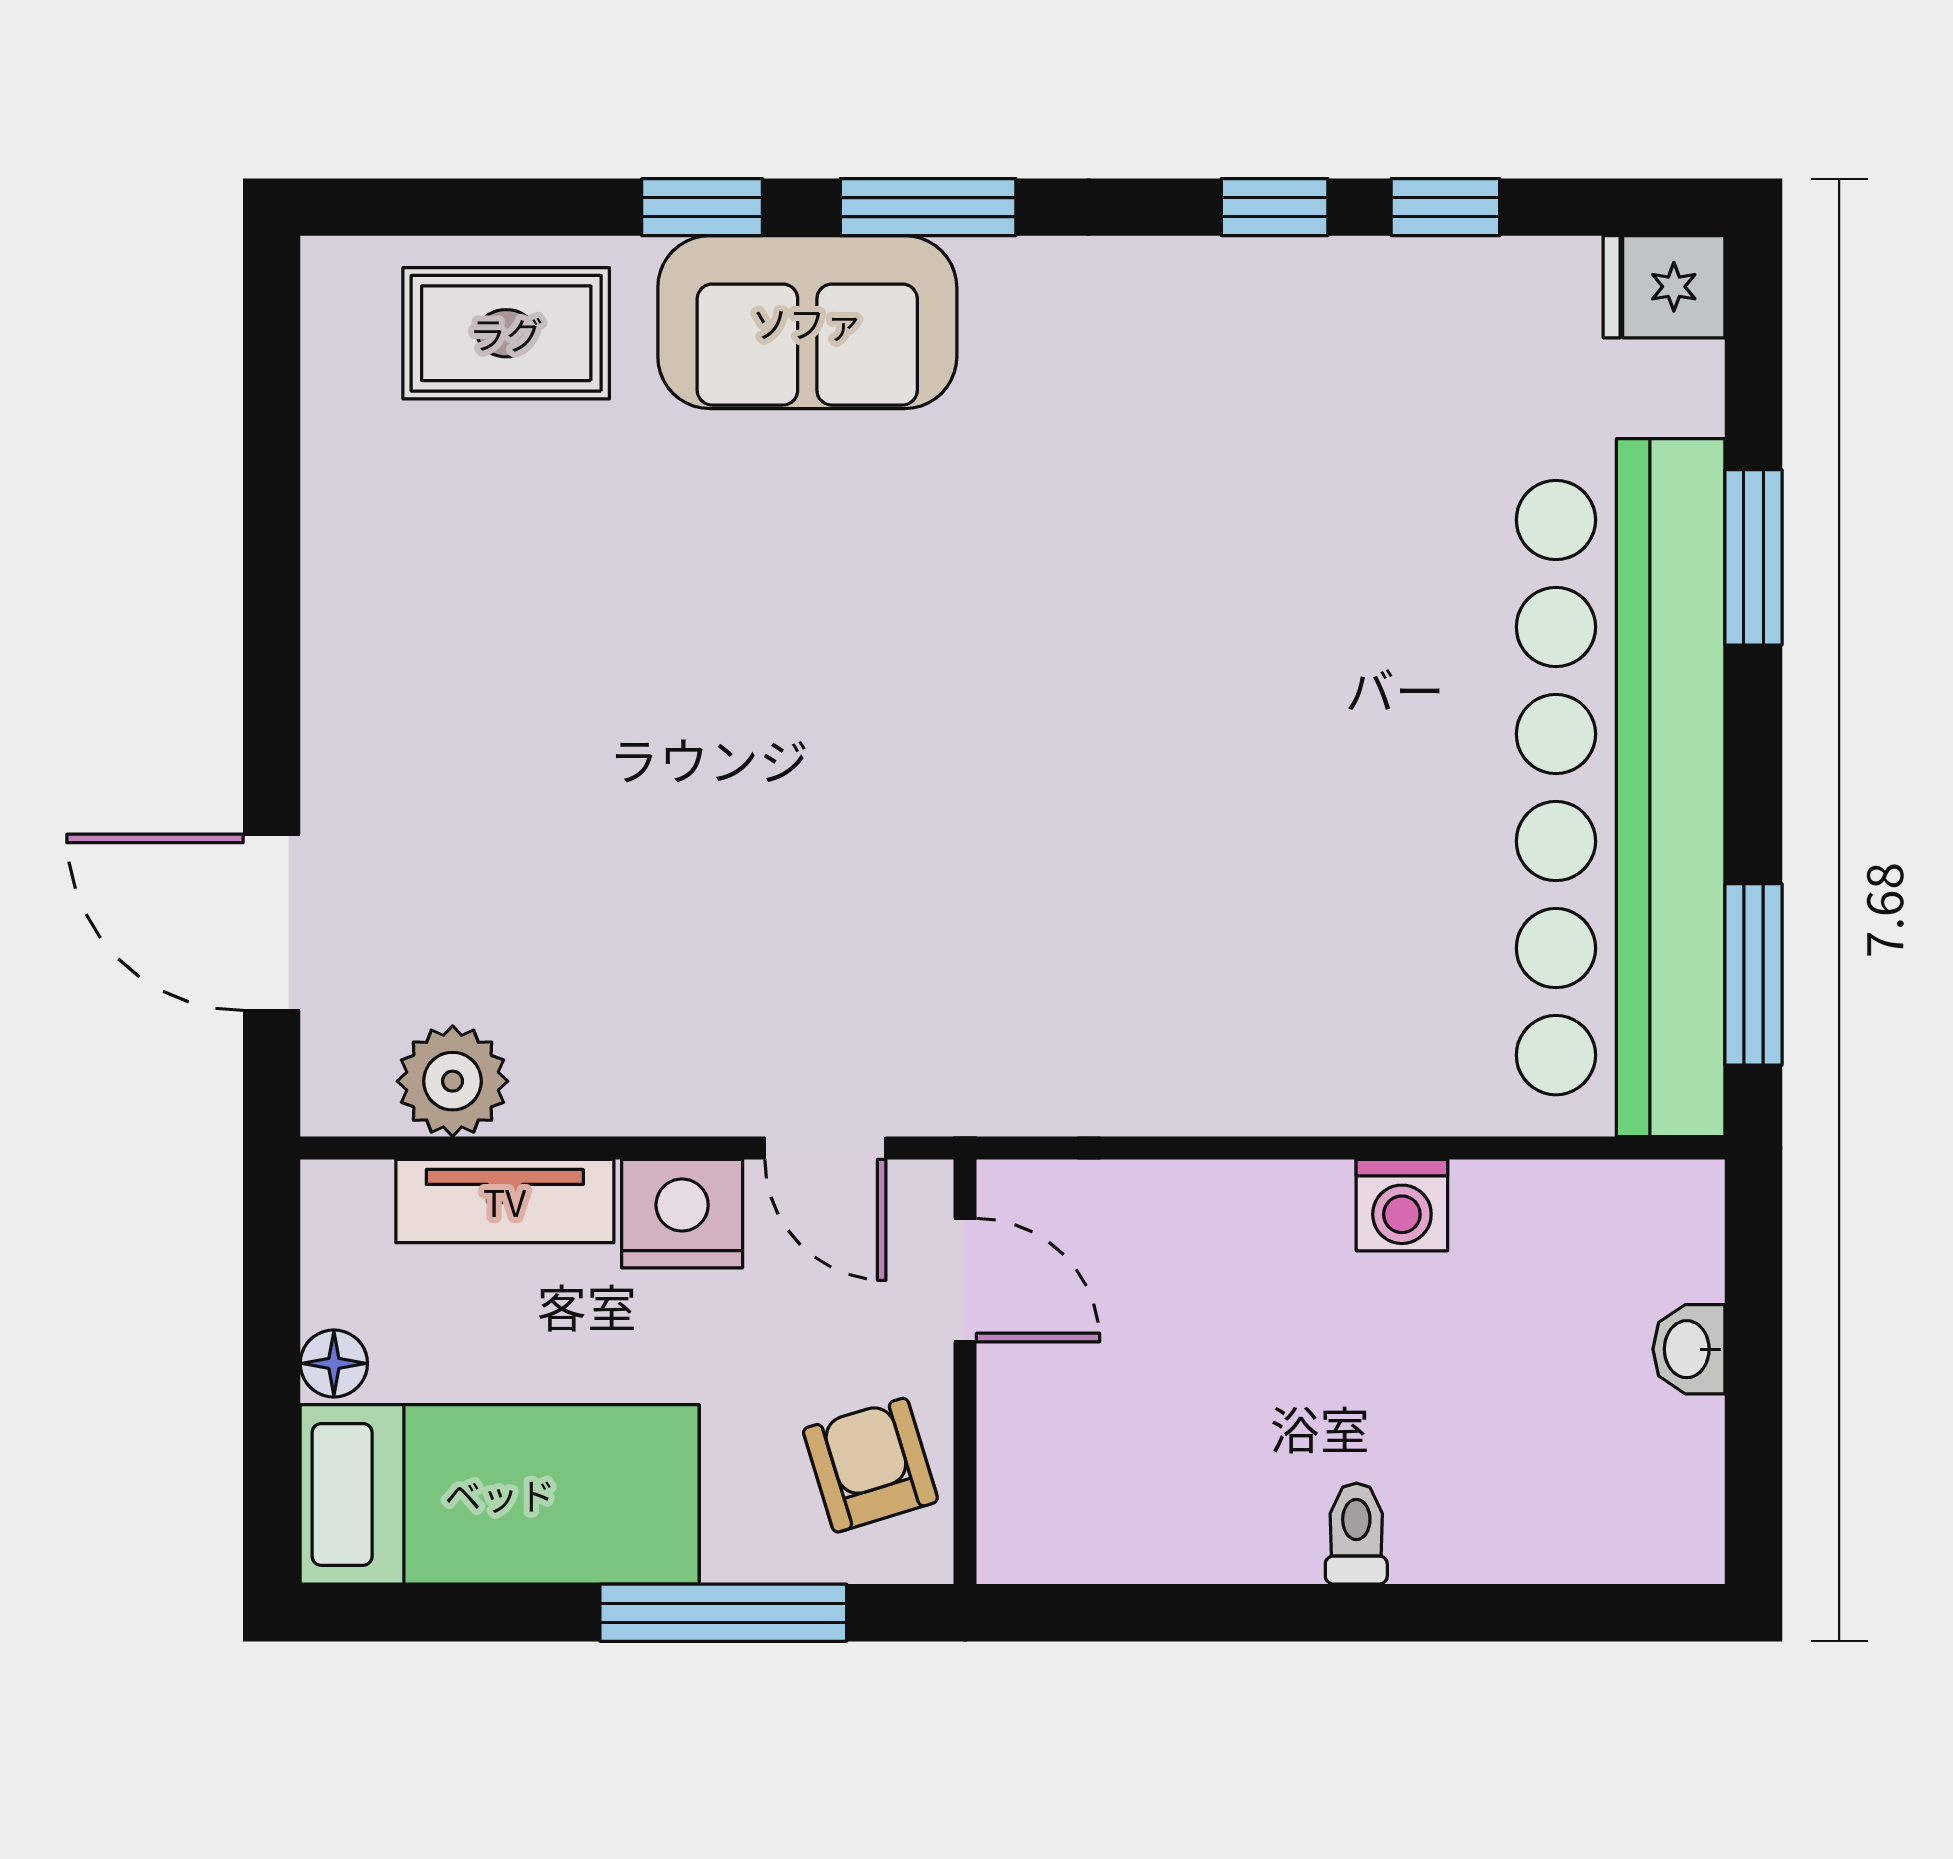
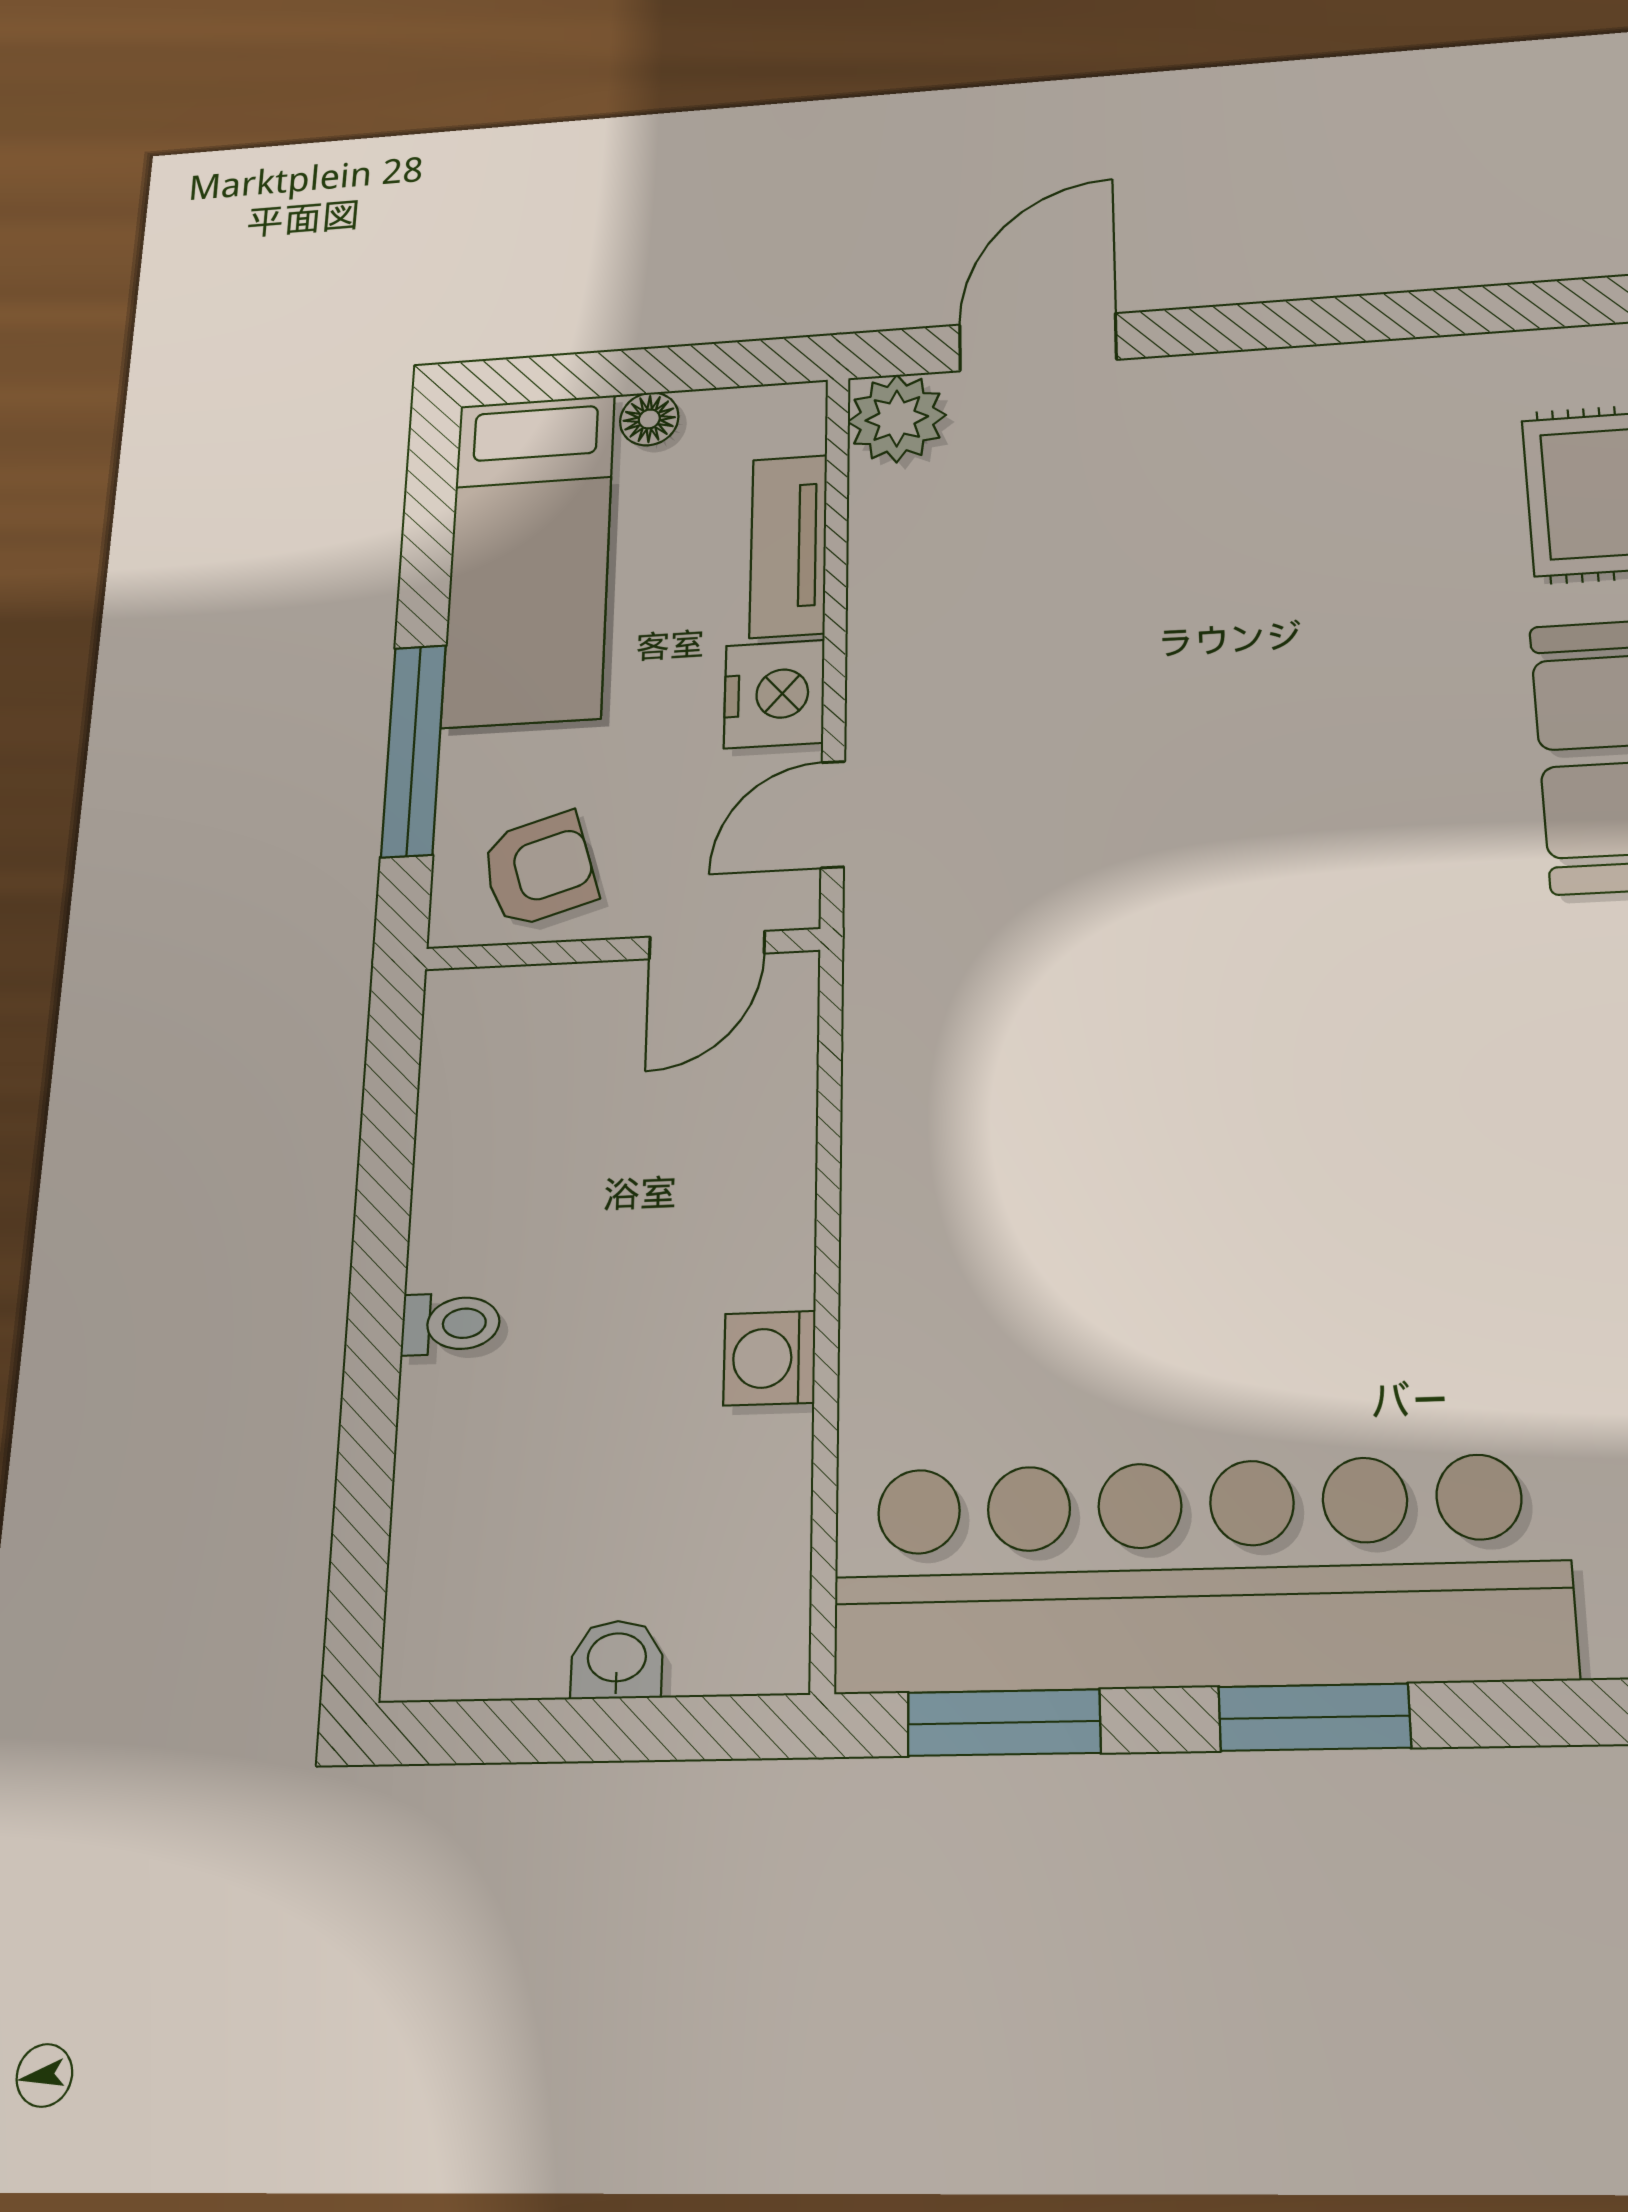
window: (1753, 557) -> (1314, 1717), moved
plant: (453, 1081) -> (897, 418), moved

